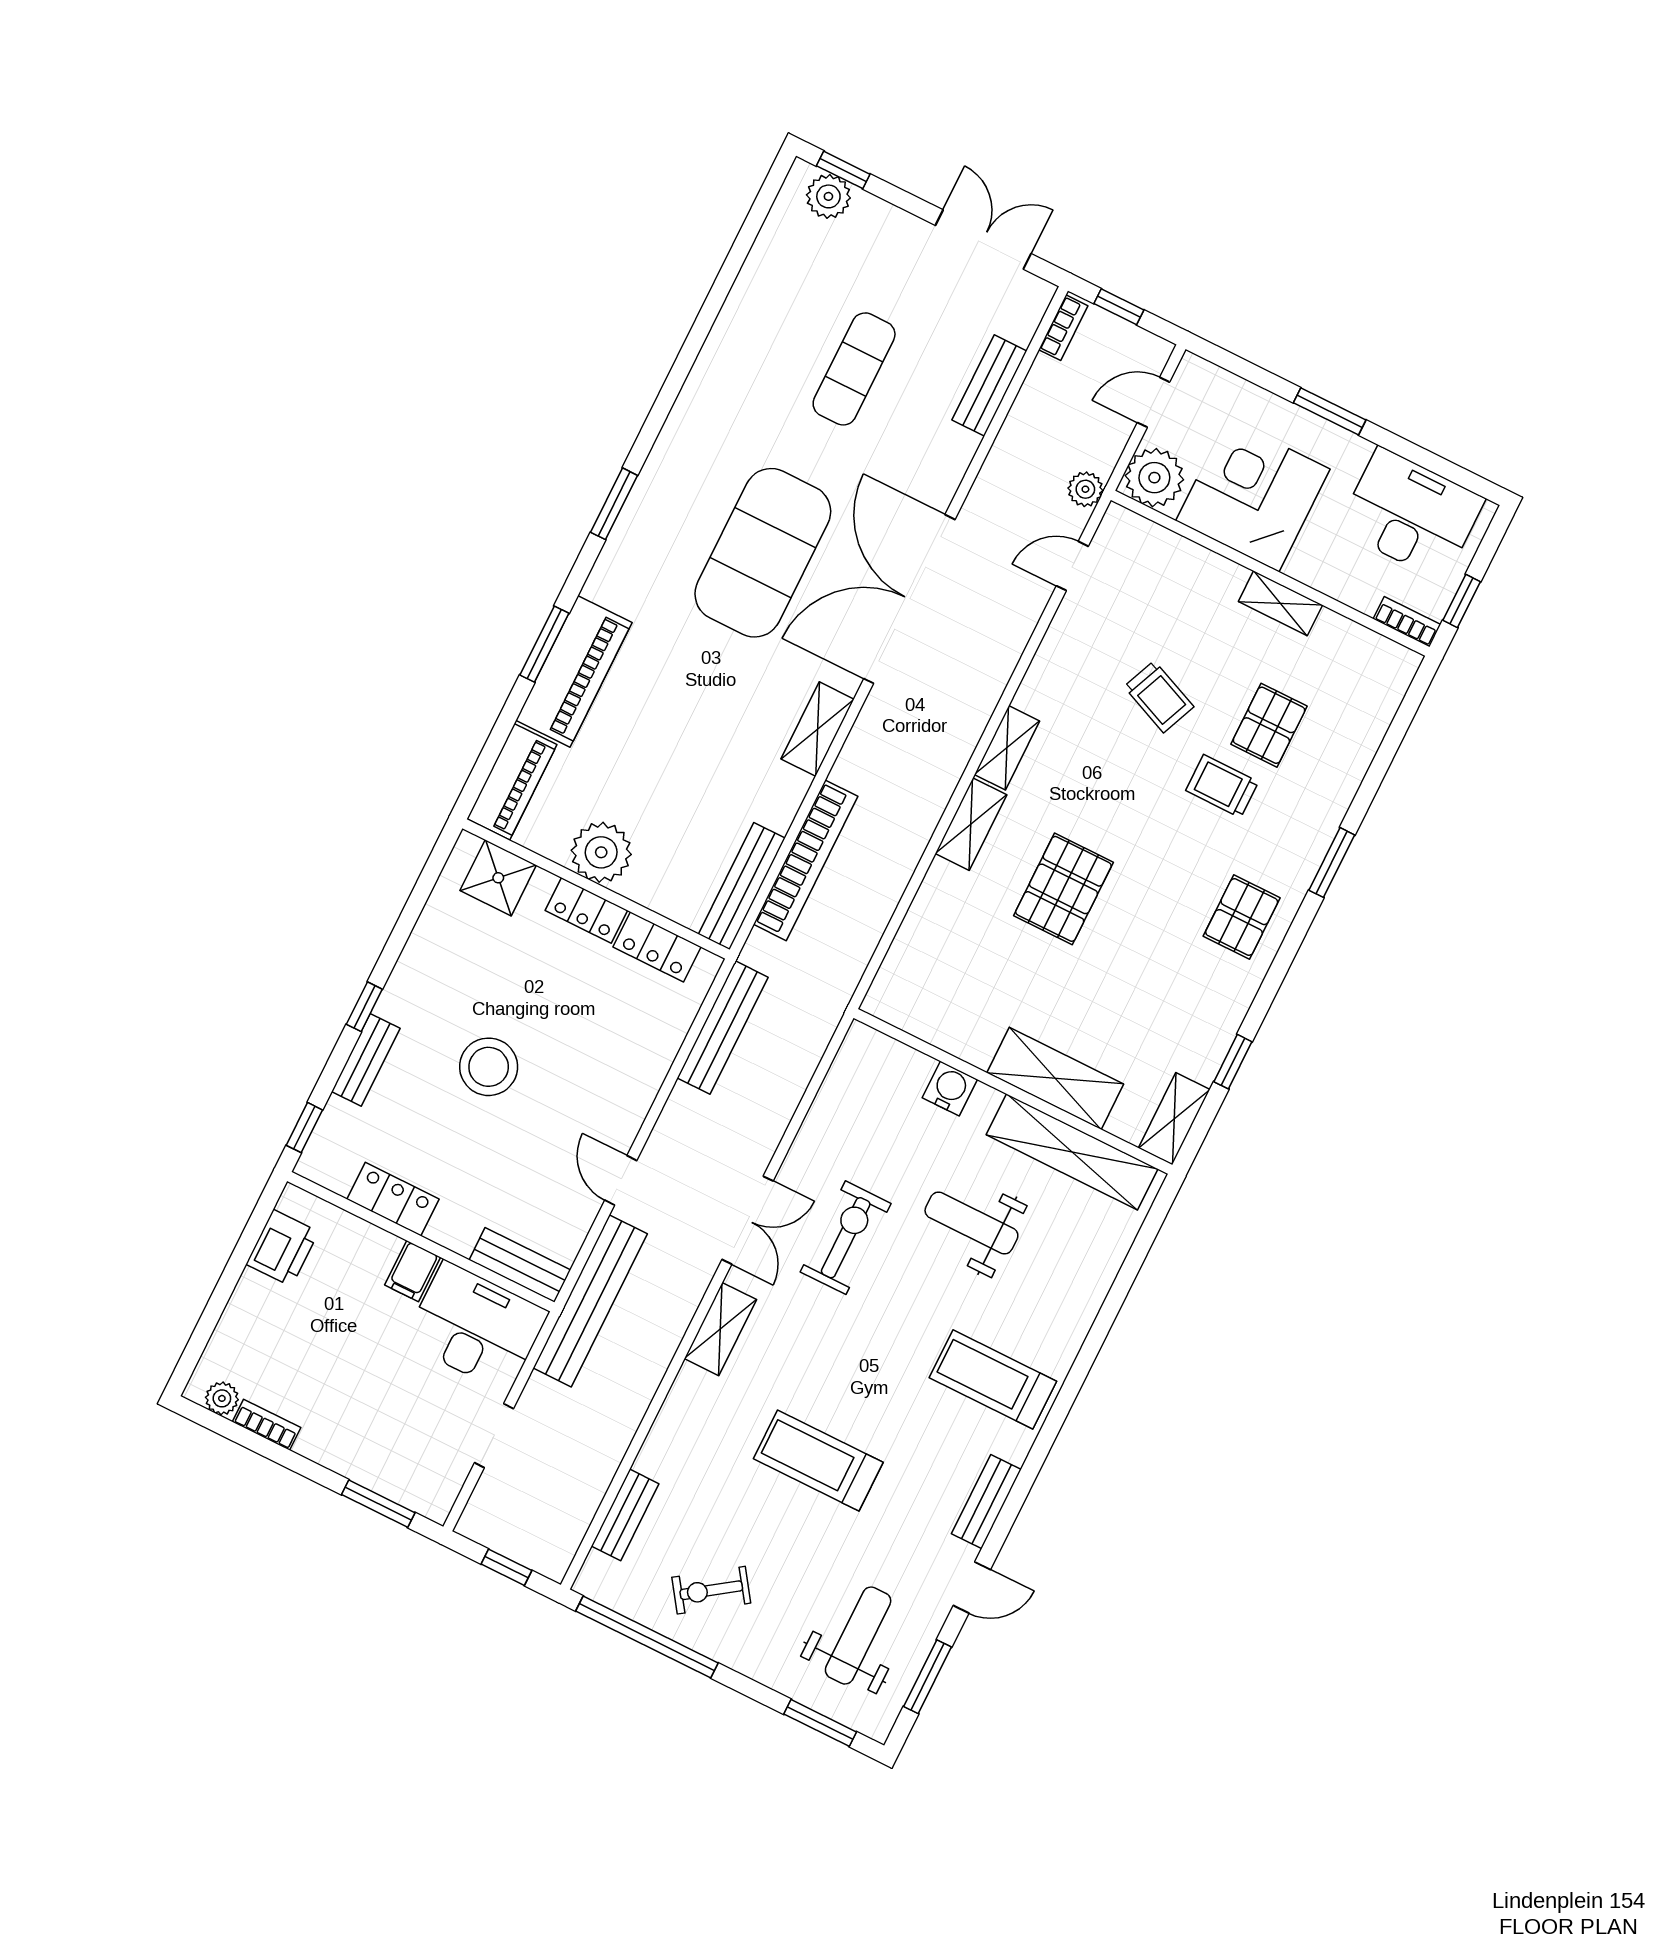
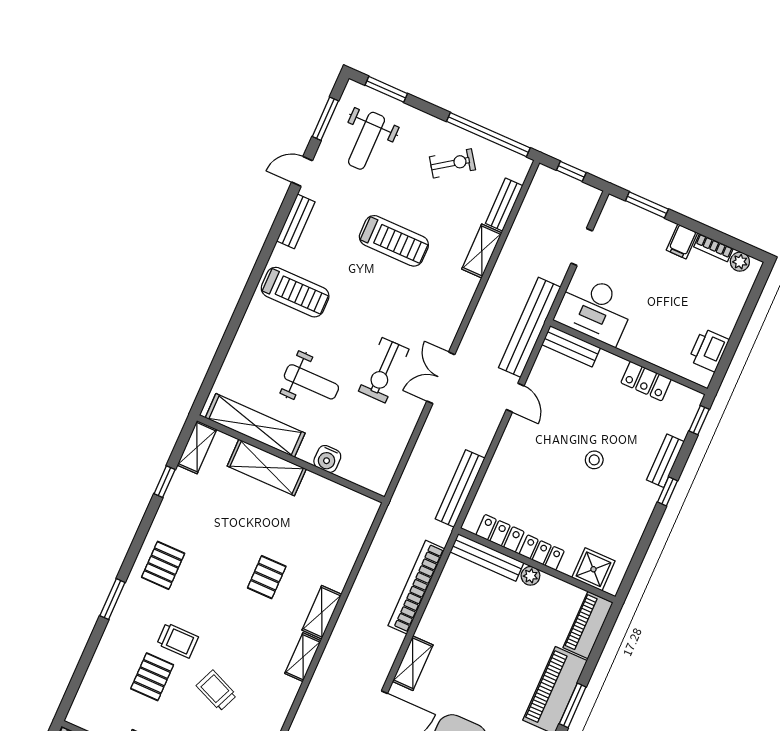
plant: (601, 852) -> (530, 576), width x0.53, depth x0.53
bench: (742, 886) -> (487, 557), moved, turned 90
pallet: (1063, 889) -> (267, 577), width x0.67, depth x0.71
stool: (489, 1067) -> (594, 460), width x0.53, depth x0.53
filing cabinet: (413, 1271) -> (682, 241), moved, turned 180
shelving: (720, 1329) -> (482, 251), moved

